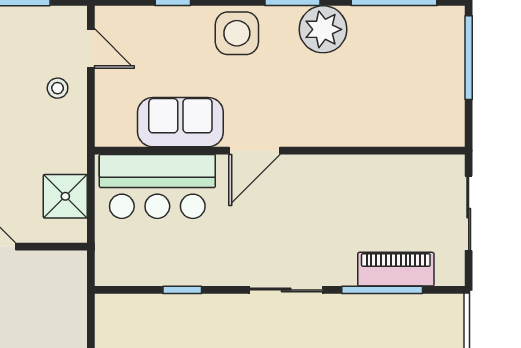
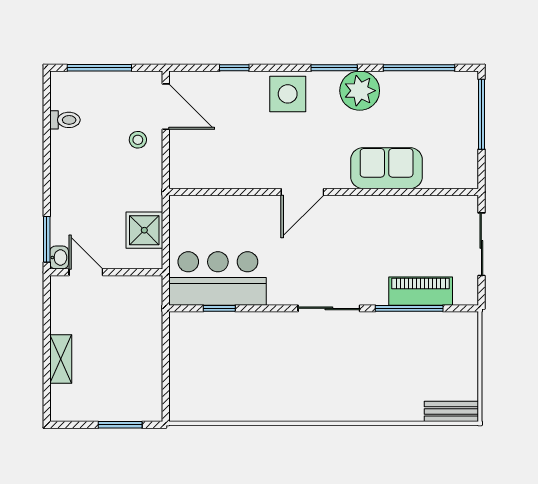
door: (91, 49) -> (166, 107), width x1.38
sofa: (180, 122) -> (387, 168), moved
bar counter: (157, 186) -> (218, 278), moved, turned 180
window: (182, 290) -> (219, 308), moved

